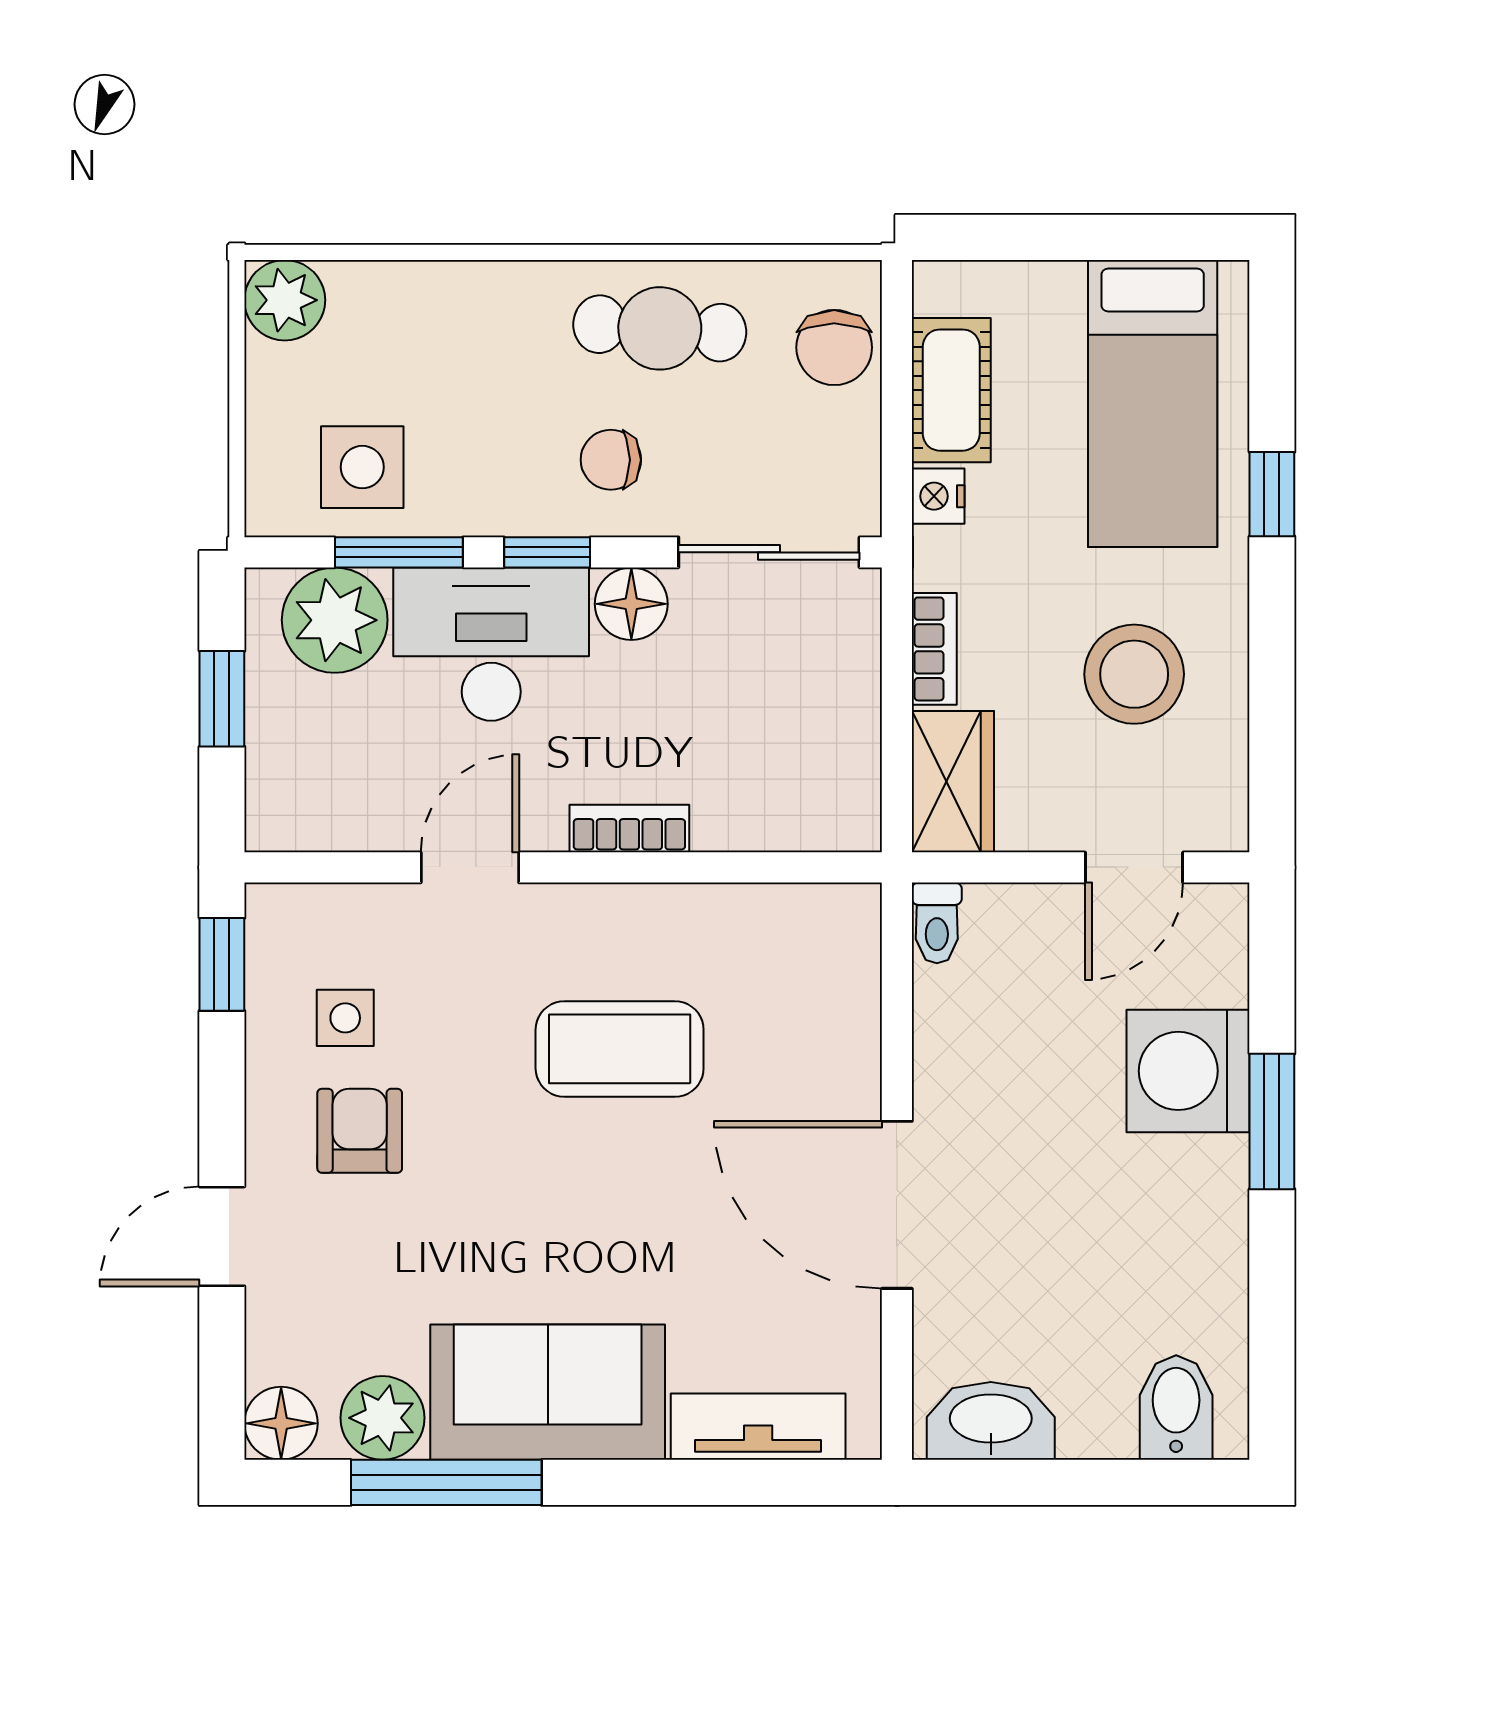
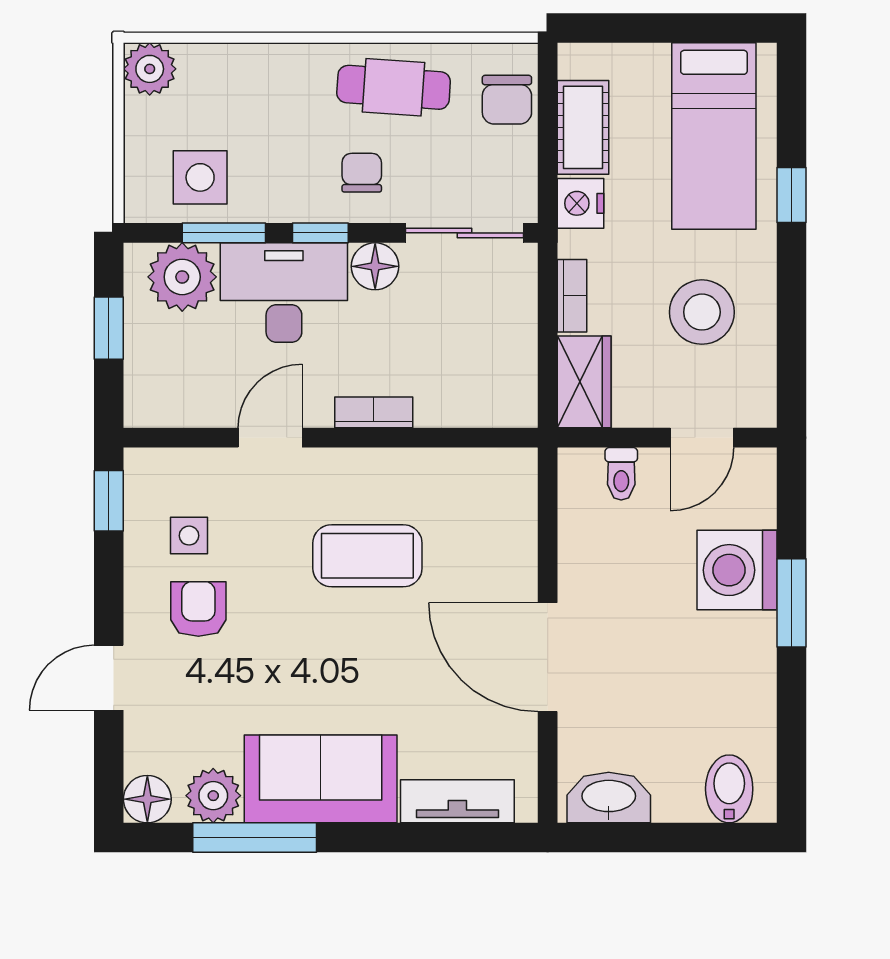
chair: (611, 460) -> (362, 173), turned 90
nightstand: (938, 496) -> (581, 203), width x1.39, depth x1.35
toilet: (937, 923) -> (621, 474), moved

